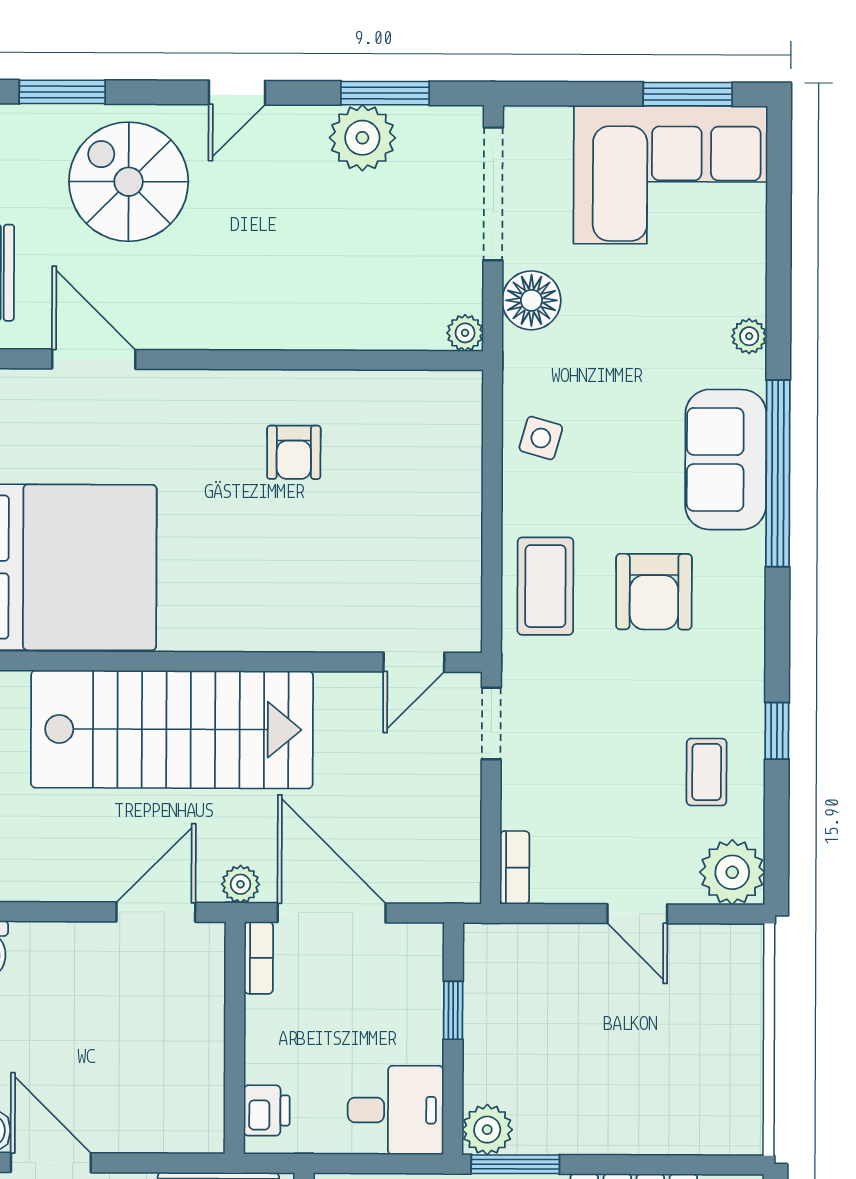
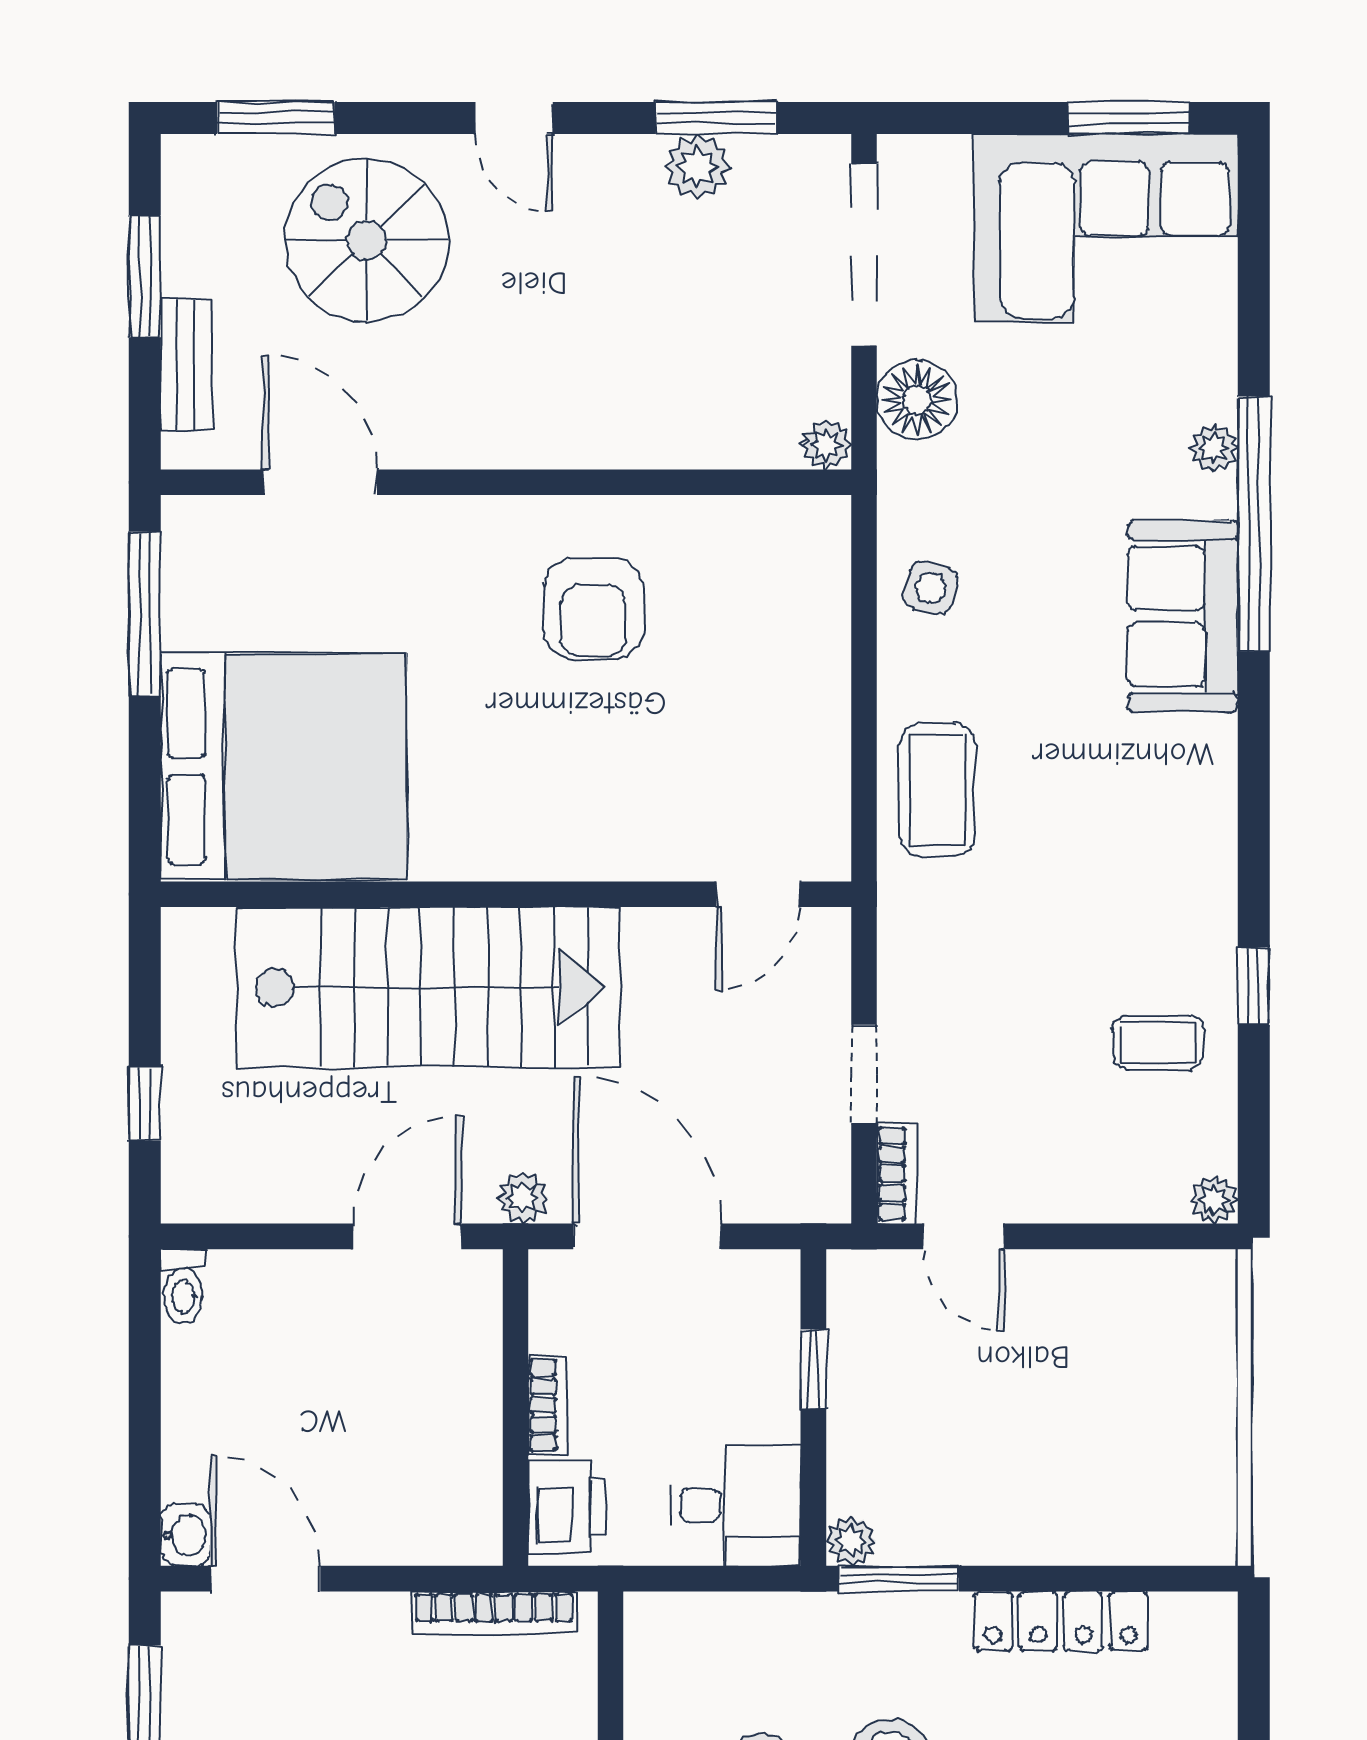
door: (237, 93) -> (514, 118), hinge flipped
plant: (362, 138) -> (697, 167), width x0.73, depth x0.73
armchair: (294, 452) -> (593, 608), width x1.38, depth x1.38
window: (778, 473) -> (1254, 524), moved
armchair: (654, 592) -> (1085, 797), removed
doorway: (491, 724) -> (864, 1074), moved
coffee table: (707, 772) -> (1158, 1043), turned 90
plant: (732, 872) -> (1214, 1200), width x0.53, depth x0.53
door: (637, 914) -> (964, 1236), moved
bookcase: (259, 958) -> (548, 1405), moved
printer: (267, 1110) -> (567, 1506), width x1.36, depth x1.24
plant: (487, 1130) -> (851, 1541), width x0.73, depth x0.73

